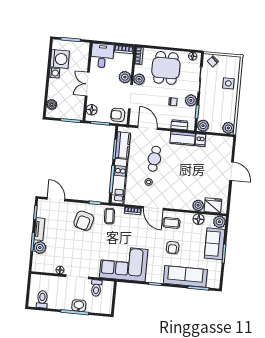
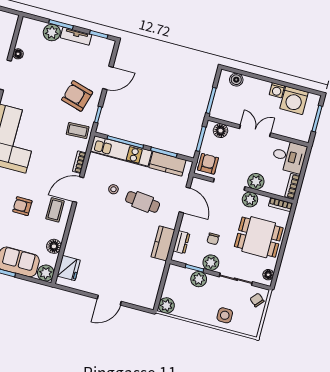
plant: (203, 126) -> (199, 279), moved
door: (148, 128) -> (185, 200), hinge flipped
dishwasher: (200, 140) -> (157, 266), removed
door: (56, 199) -> (108, 78), moved
plant: (198, 205) -> (72, 249), removed

